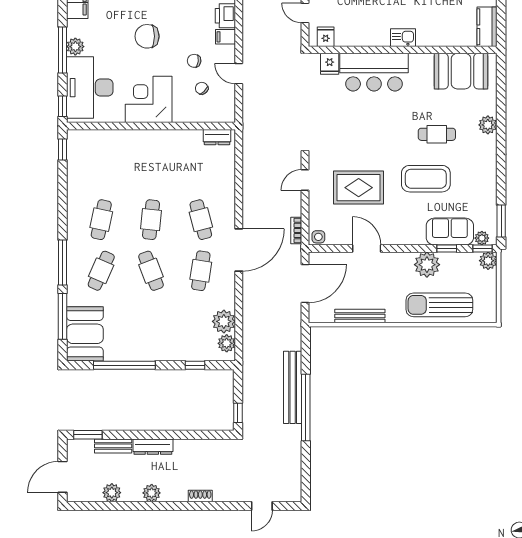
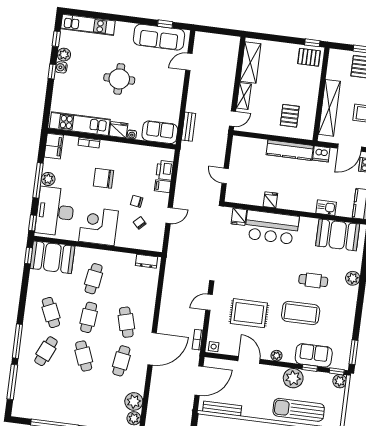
fridge: (326, 37) -> (270, 200), moved
kitchen sink: (403, 38) -> (326, 208), moved
door: (239, 74) -> (169, 215), swing flipped
cafe table: (151, 169) -> (94, 279), added
cafe table: (101, 220) -> (51, 313), turned -36
plant: (482, 238) -> (277, 356), moved
bench: (360, 316) -> (222, 409), moved
booth: (85, 334) -> (52, 257), moved, turned 90

